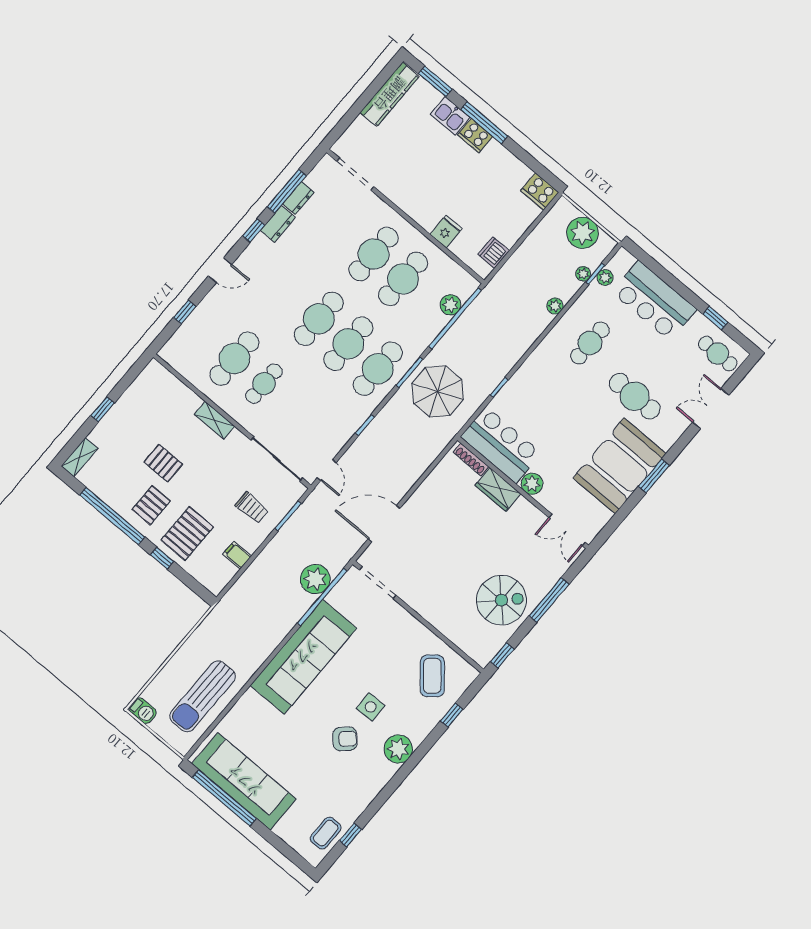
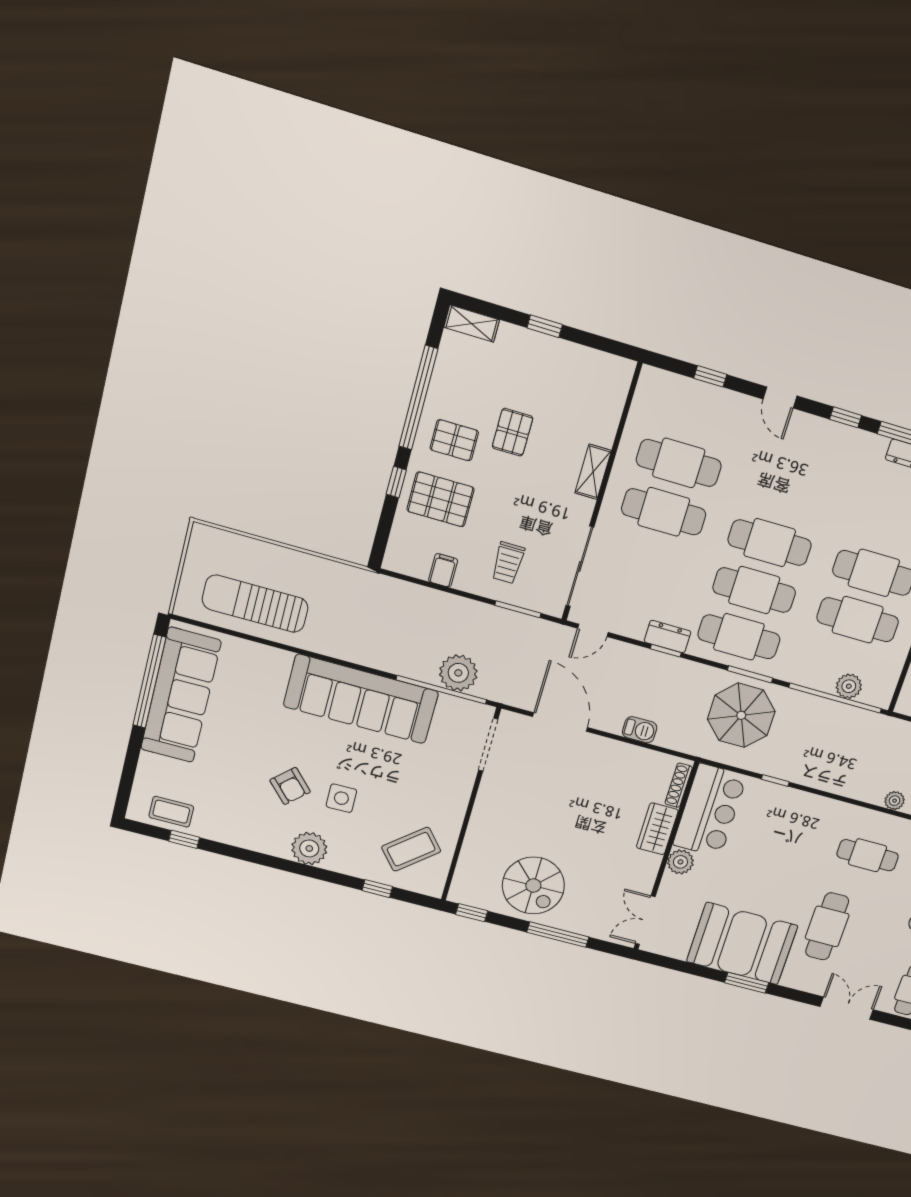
dresser: (278, 224) -> (668, 637), moved, turned 180
cafe table: (264, 384) -> (664, 512), width x1.37, depth x1.35
barbecue: (143, 711) -> (640, 730), moved, turned -90

